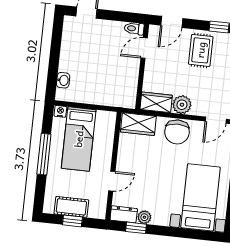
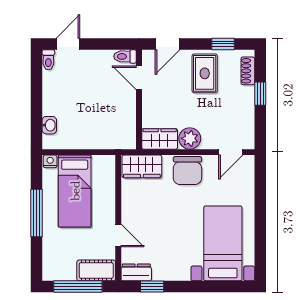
toilet: (68, 24) -> (48, 60), added
door: (144, 48) -> (139, 78), hinge flipped
door: (112, 181) -> (118, 236), hinge flipped
cot: (71, 207) -> (96, 270), moved
plant: (144, 217) -> (161, 273), removed
window: (72, 221) -> (78, 287), width x2.17

